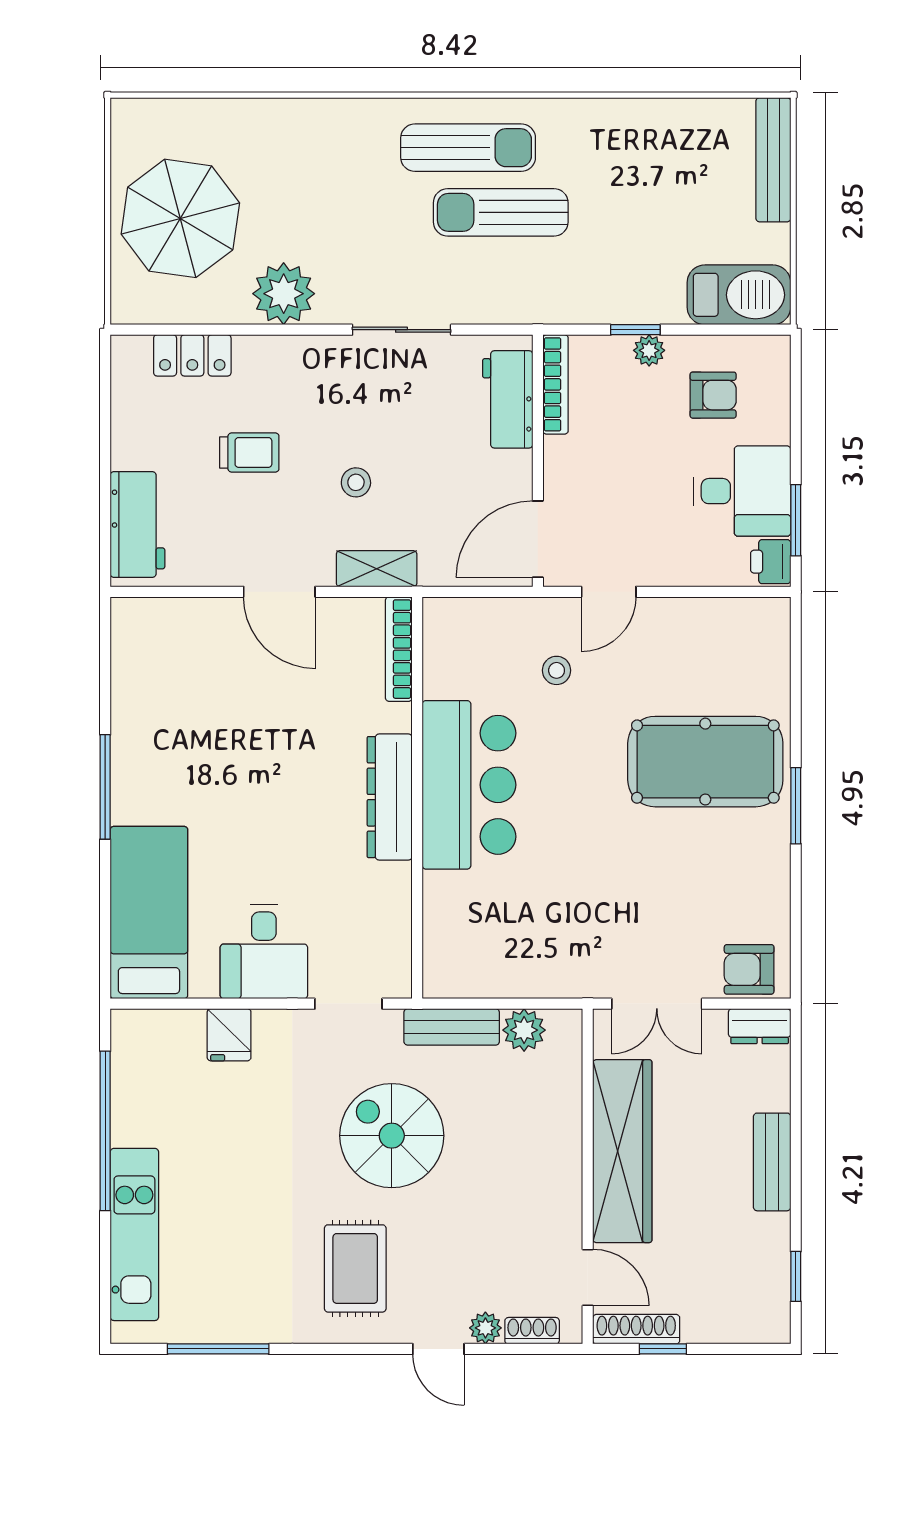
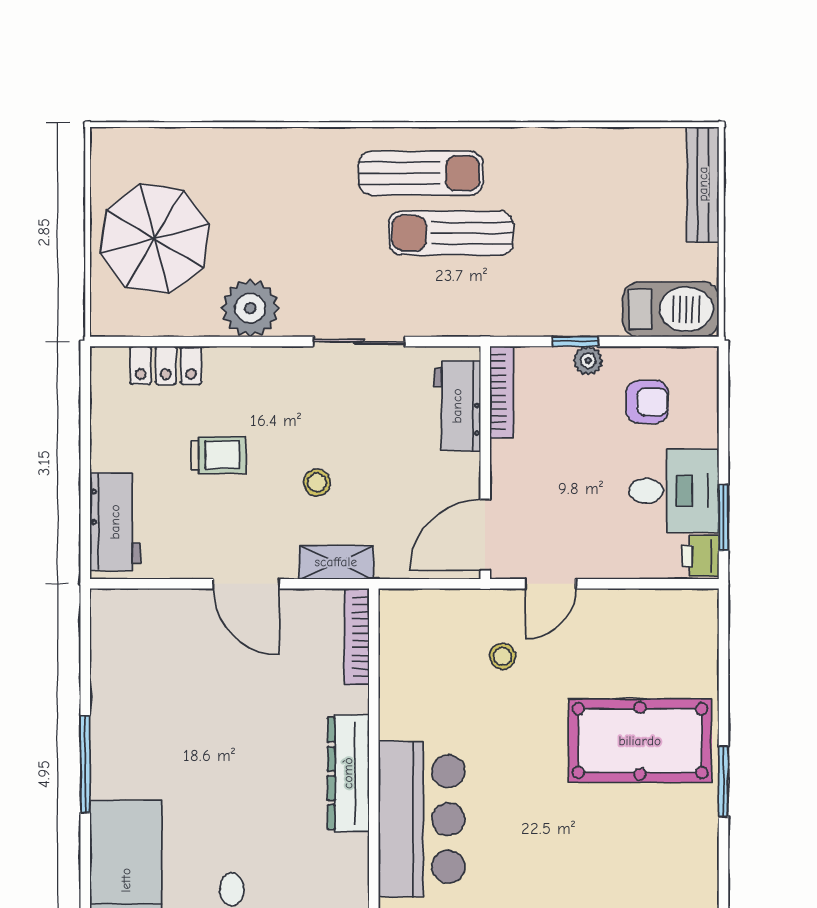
bar counter: (469, 785) -> (422, 819), moved

